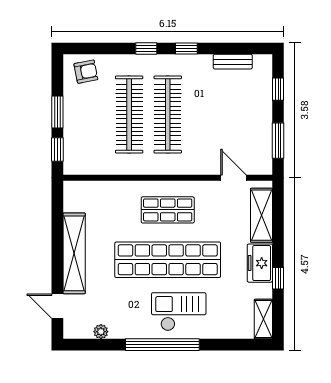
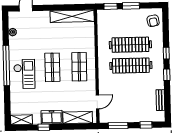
shelving: (74, 253) -> (72, 16), moved
shop shelf: (168, 260) -> (52, 67), width x0.50, depth x0.74

